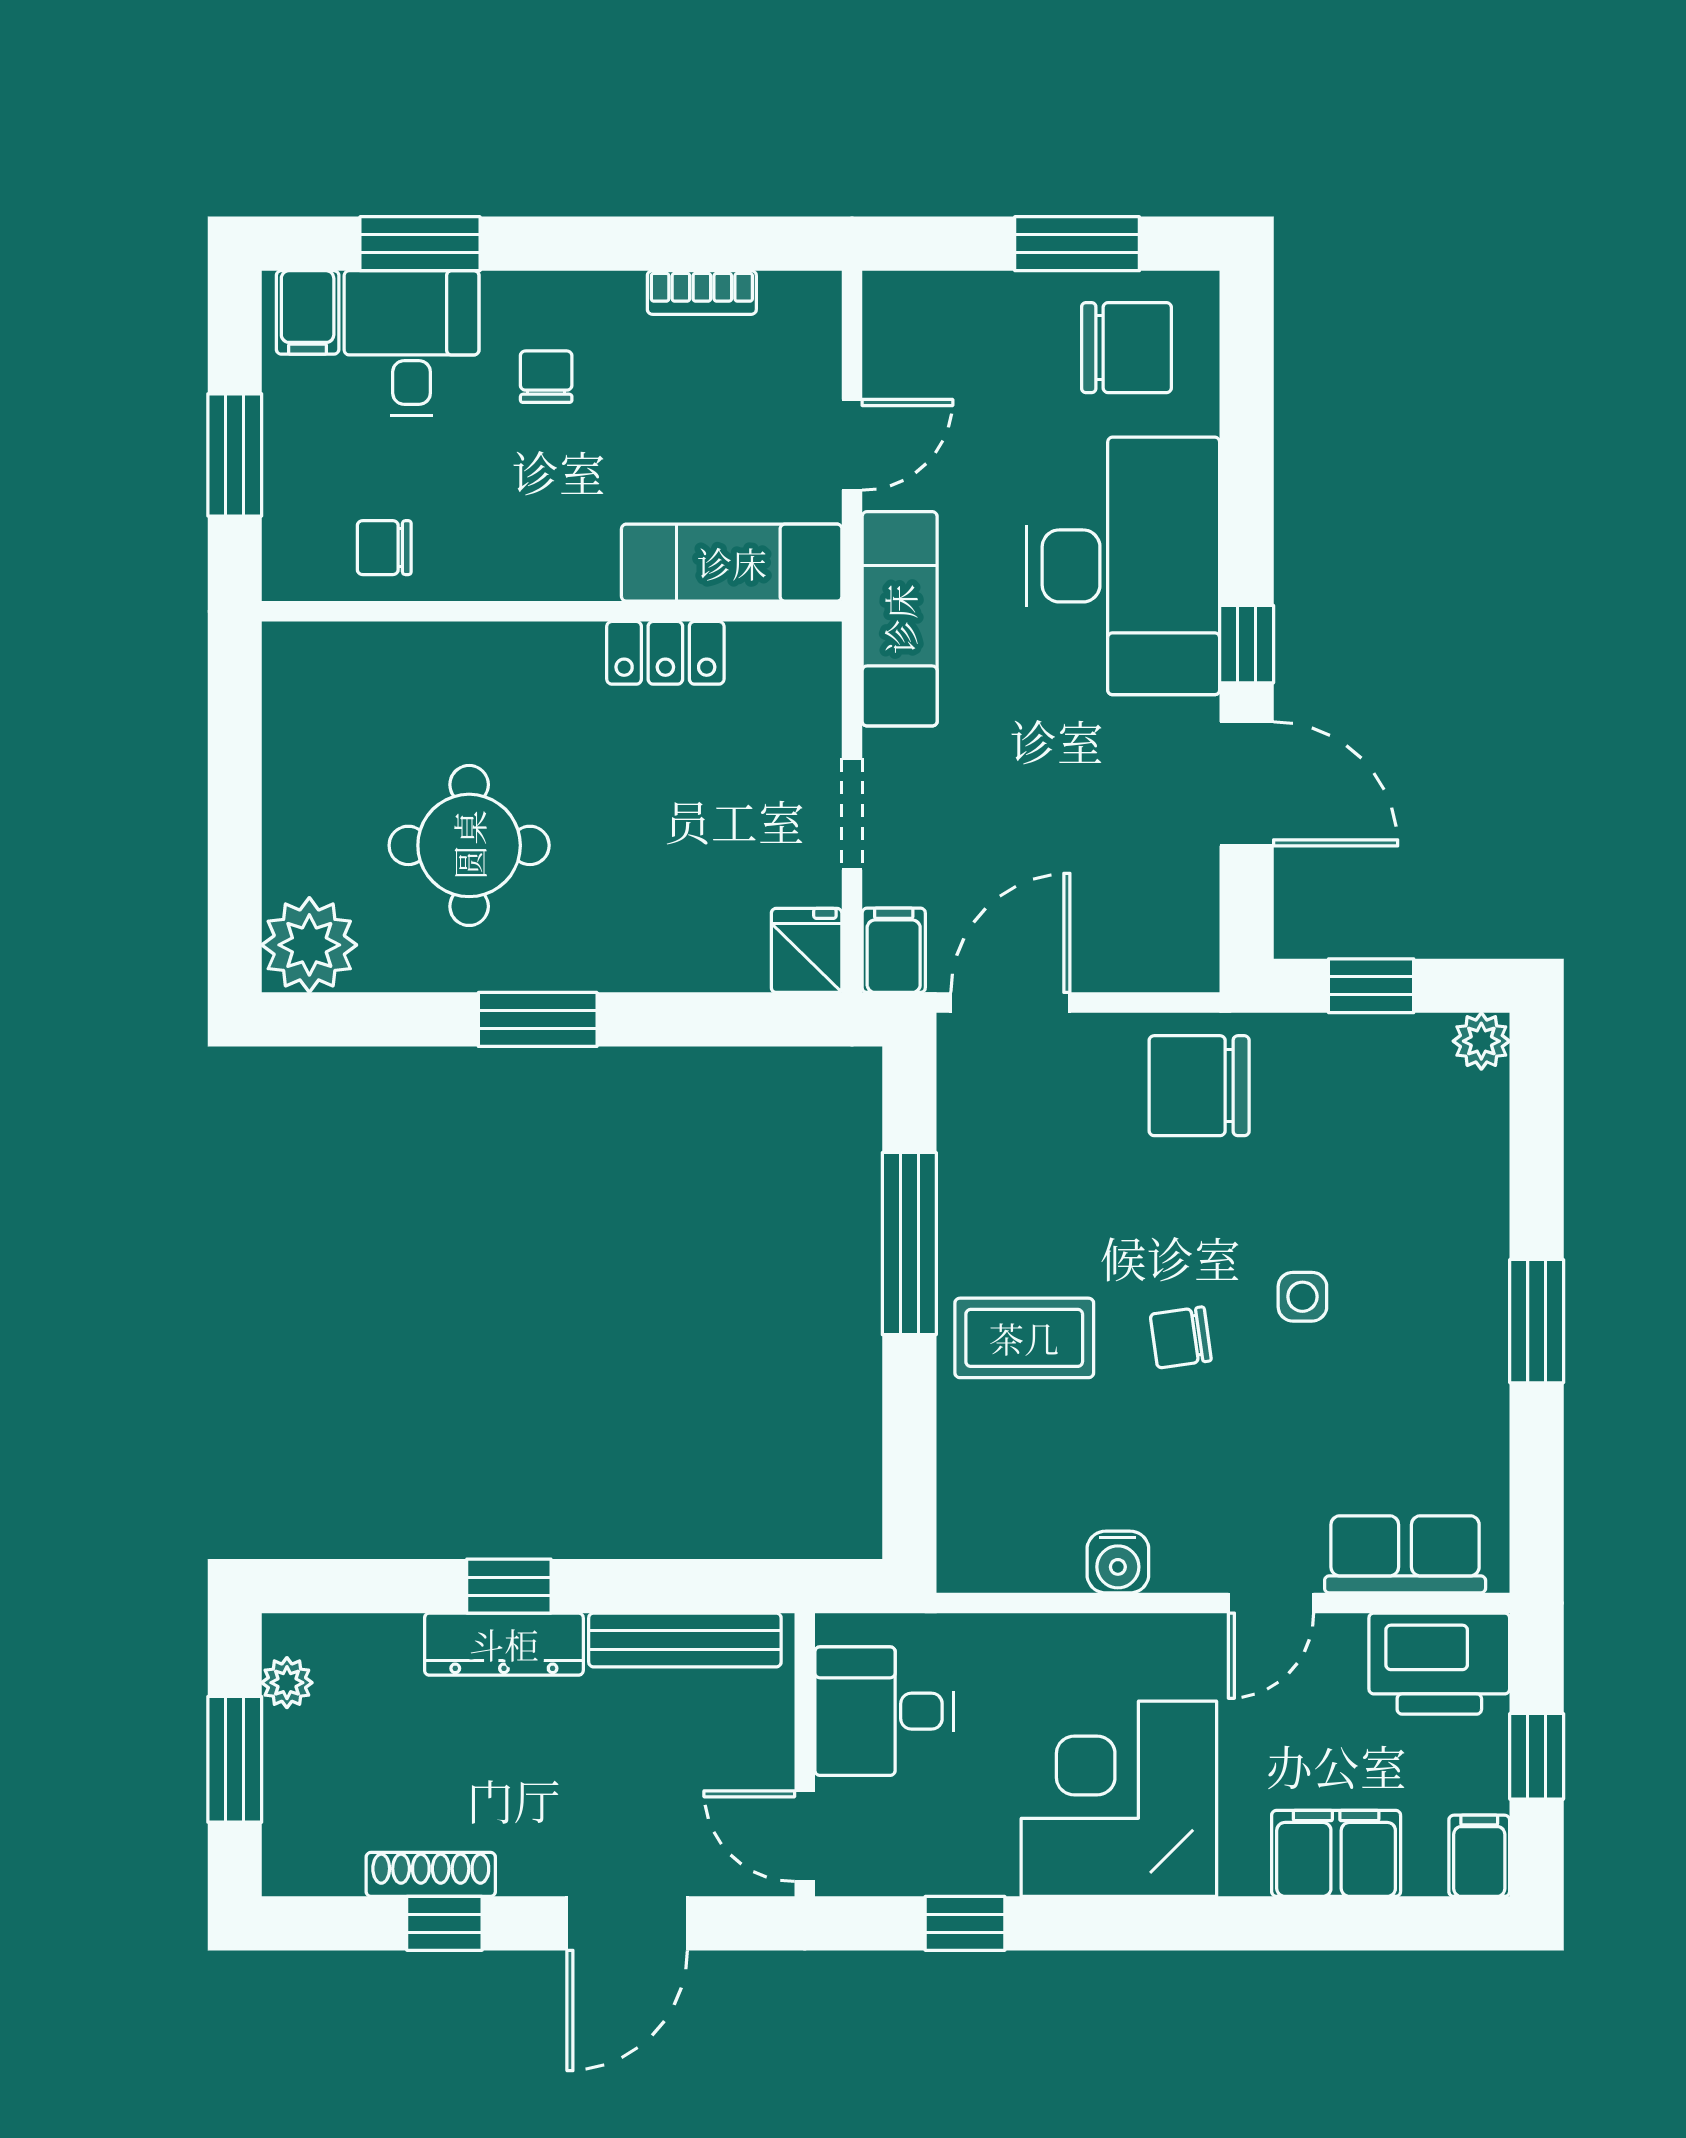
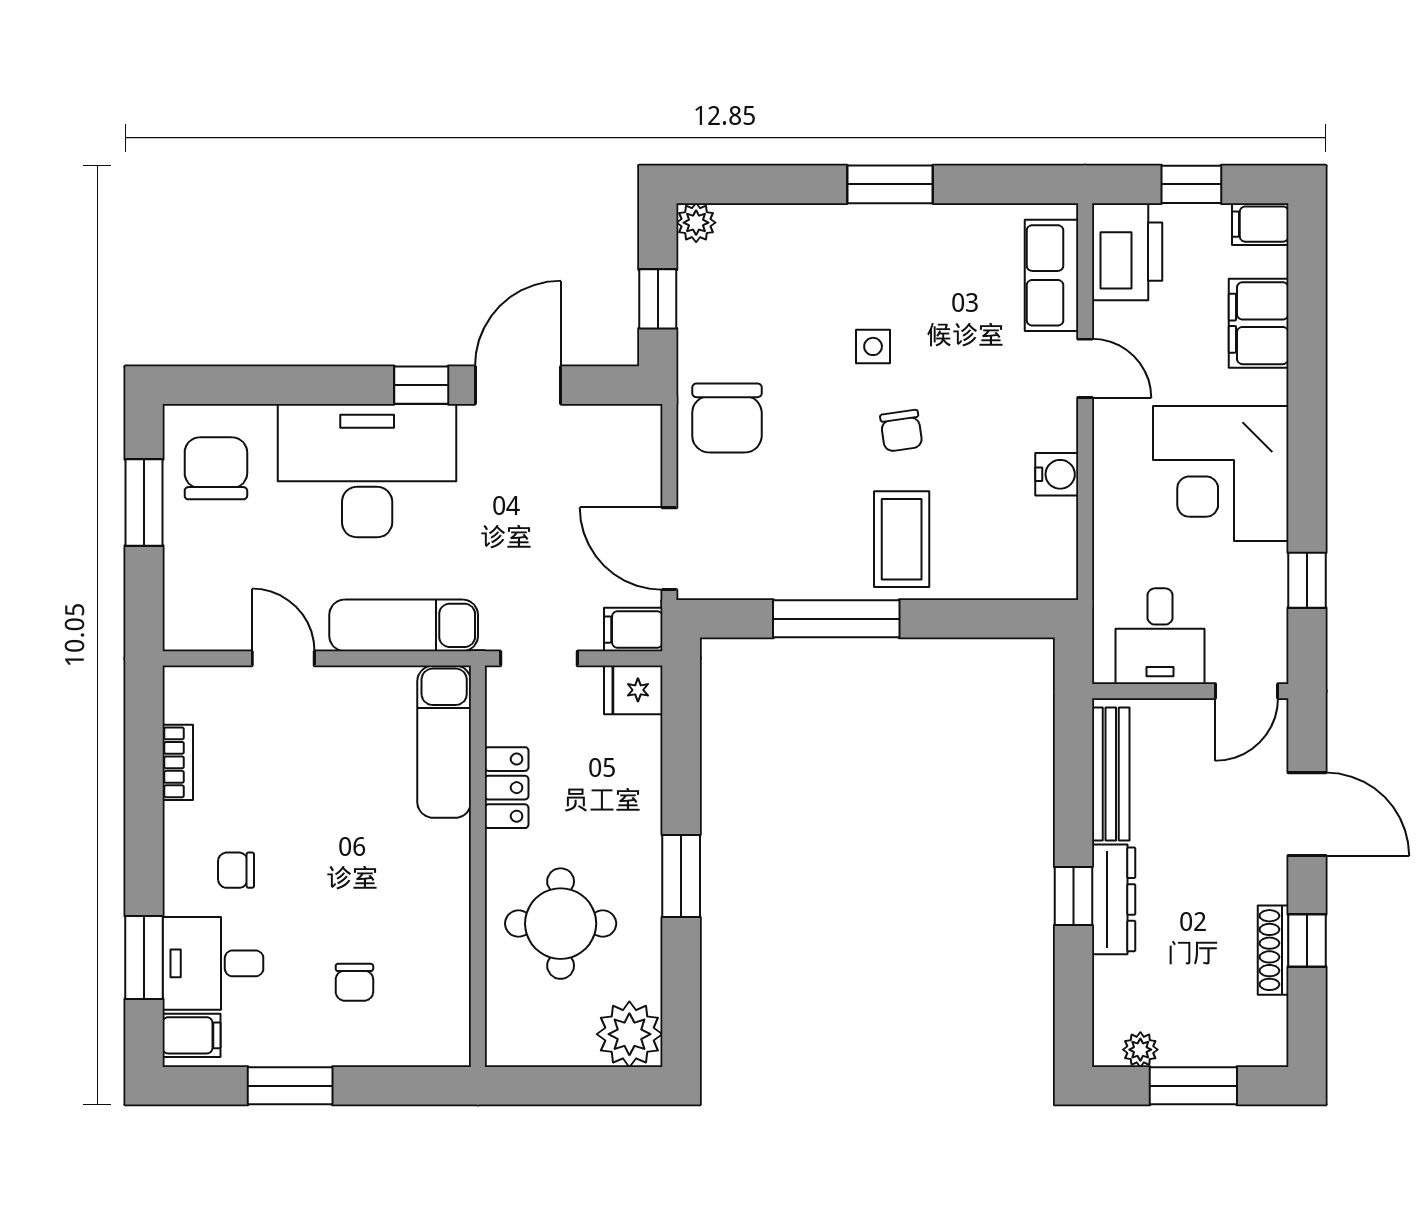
exam couch: (732, 563) -> (444, 742), moved
wall: (552, 611) -> (478, 866), moved
locker: (665, 653) -> (507, 788), moved

